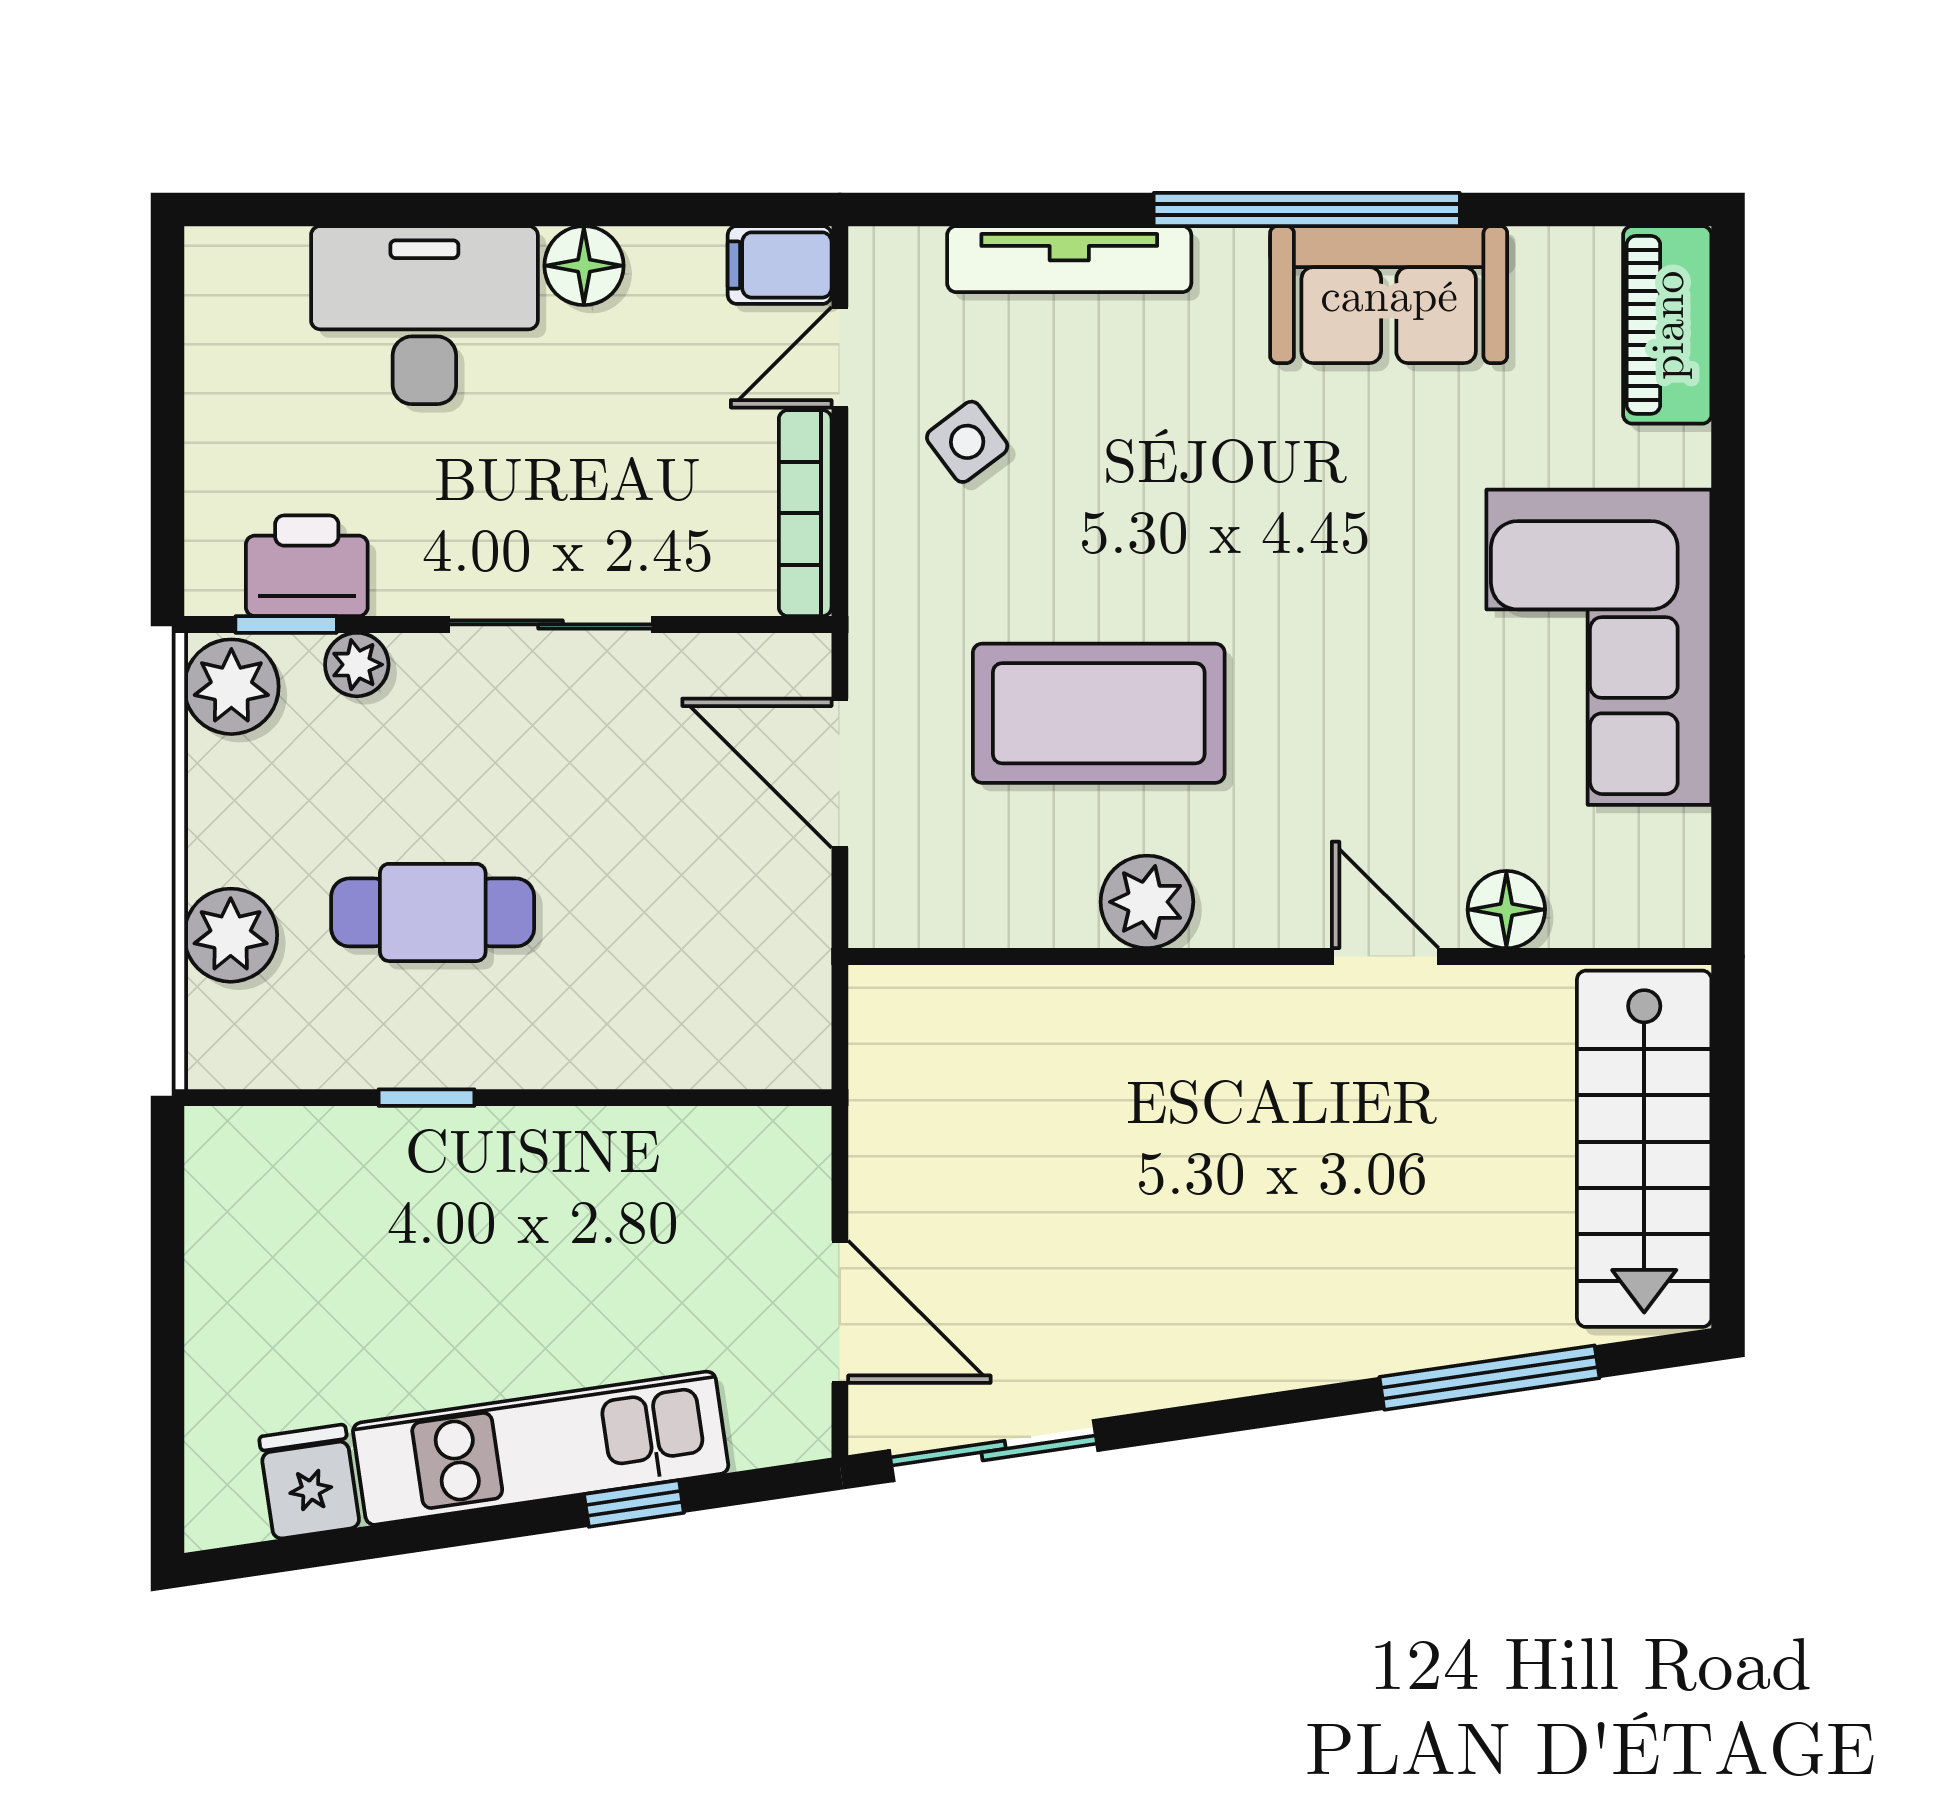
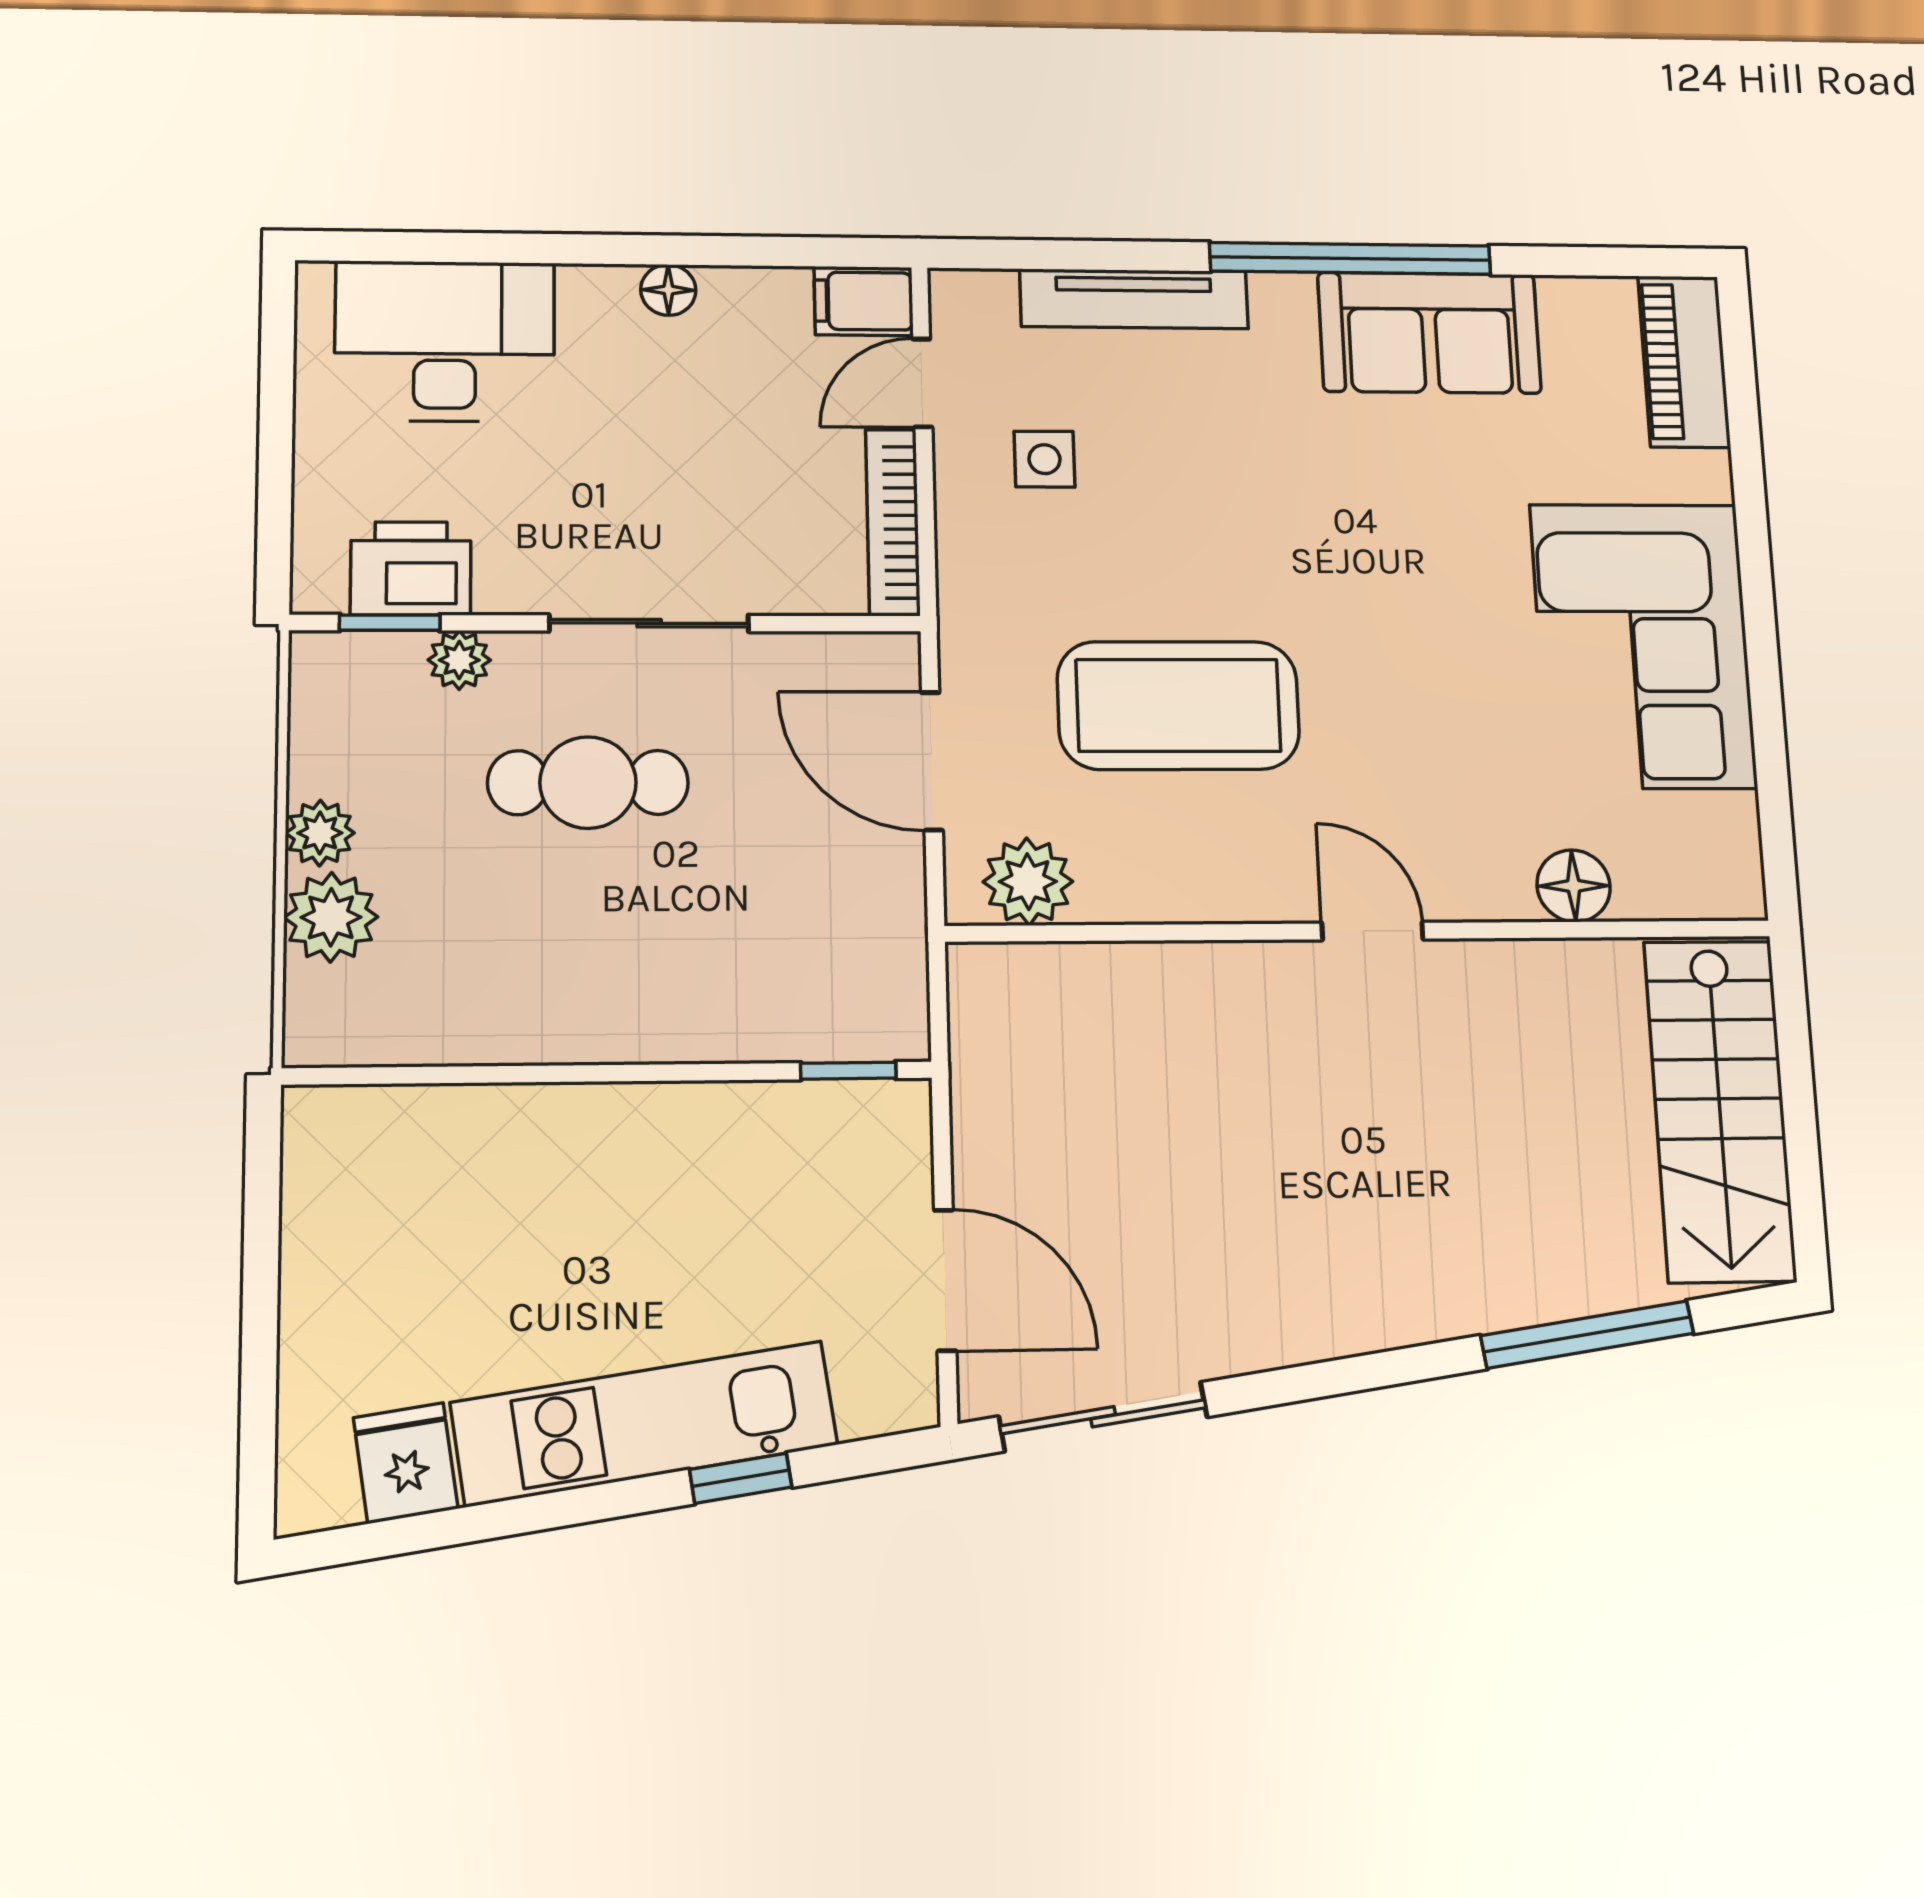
floor lamp: (584, 266) -> (668, 290), width x0.73, depth x0.73
desk: (424, 315) -> (445, 341), moved
side table: (967, 442) -> (1044, 459), turned 37
plant: (231, 687) -> (320, 833), moved, width x0.73, depth x0.73
plant: (1147, 902) -> (1028, 882), moved
cafe table: (433, 912) -> (588, 783), moved
door: (1385, 957) -> (1372, 931), moved
window: (427, 1098) -> (848, 1071), moved

